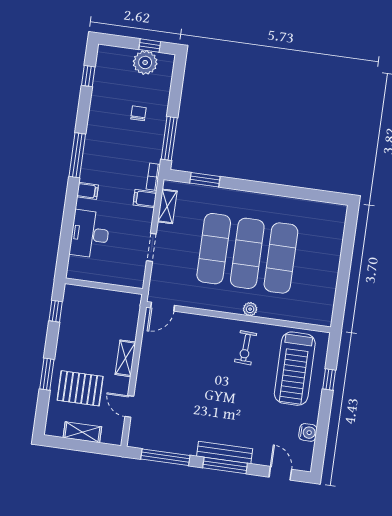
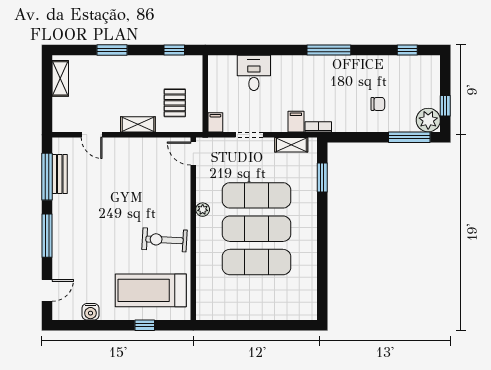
plant: (145, 62) -> (428, 120), moved
window: (169, 139) -> (409, 137), moved
filing cabinet: (88, 191) -> (215, 122), moved, turned 180
desk: (90, 234) -> (254, 73), width x0.73
plant: (250, 309) -> (203, 210), moved
exercise bike: (246, 348) -> (164, 240), width x1.38, depth x1.39
pallet: (80, 388) -> (175, 103), moved, width x0.67, depth x0.71
door: (129, 406) -> (92, 135), swing flipped
shelving: (82, 432) -> (60, 78), moved
bench: (225, 452) -> (60, 174), moved, width x0.73

